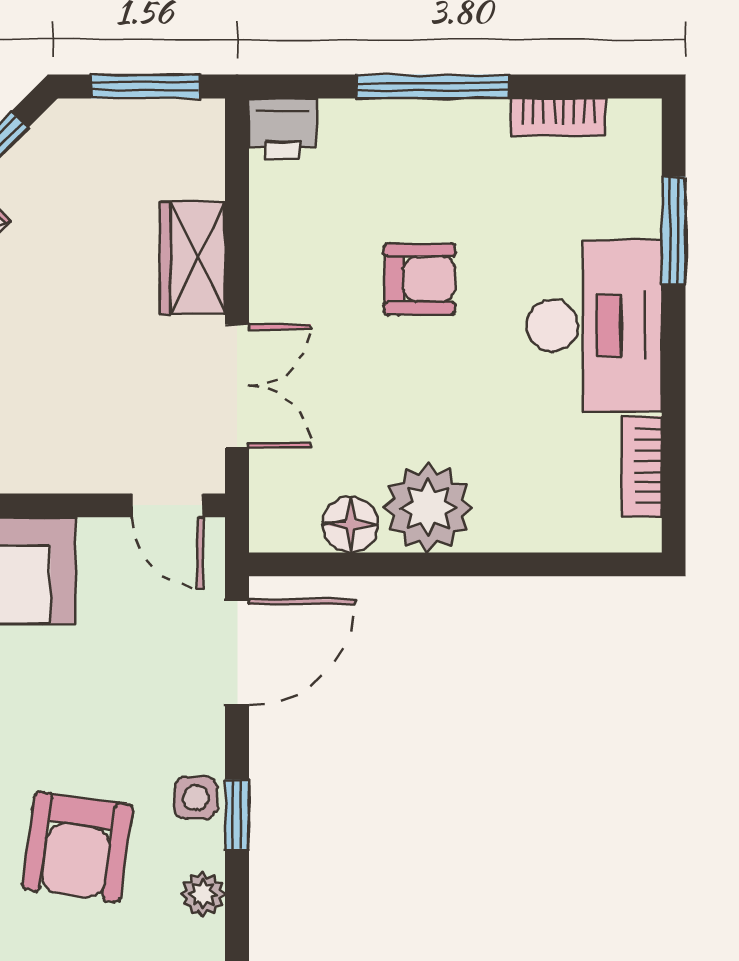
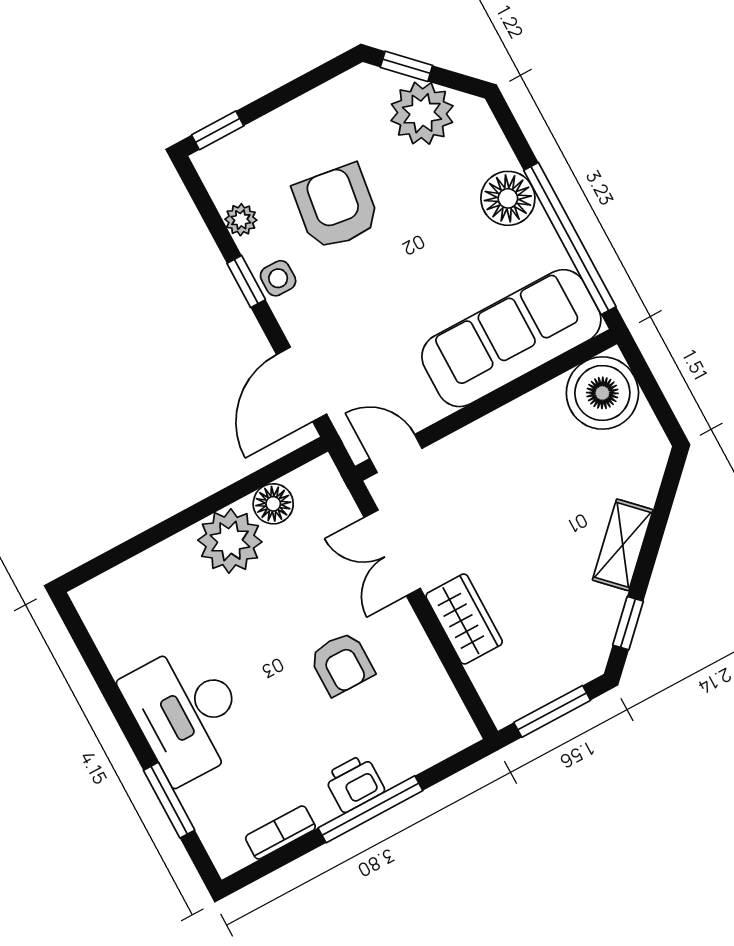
printer: (283, 129) -> (354, 783), moved
armchair: (420, 279) -> (342, 664), moved, turned -90
bookcase: (642, 466) -> (109, 640), removed

